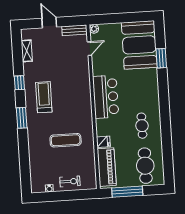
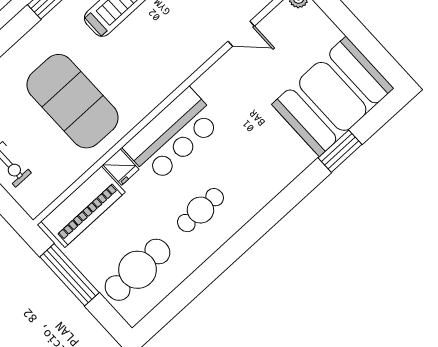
door: (89, 49) -> (241, 34), moved
bar counter: (106, 97) -> (172, 135), moved
exercise mat: (66, 140) -> (72, 101), width x2.00, depth x1.45

